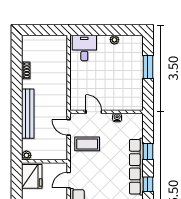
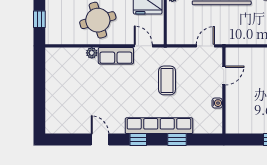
coffee table: (87, 144) -> (167, 80), moved

